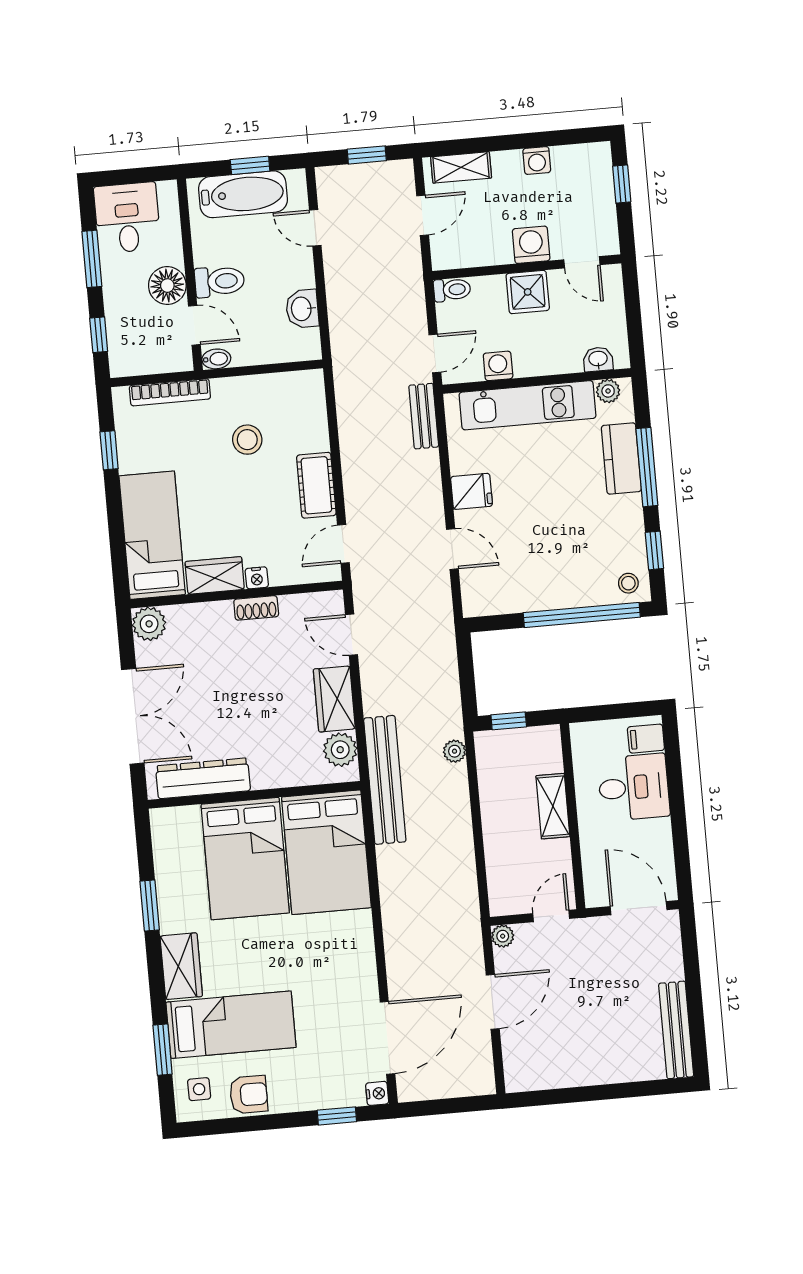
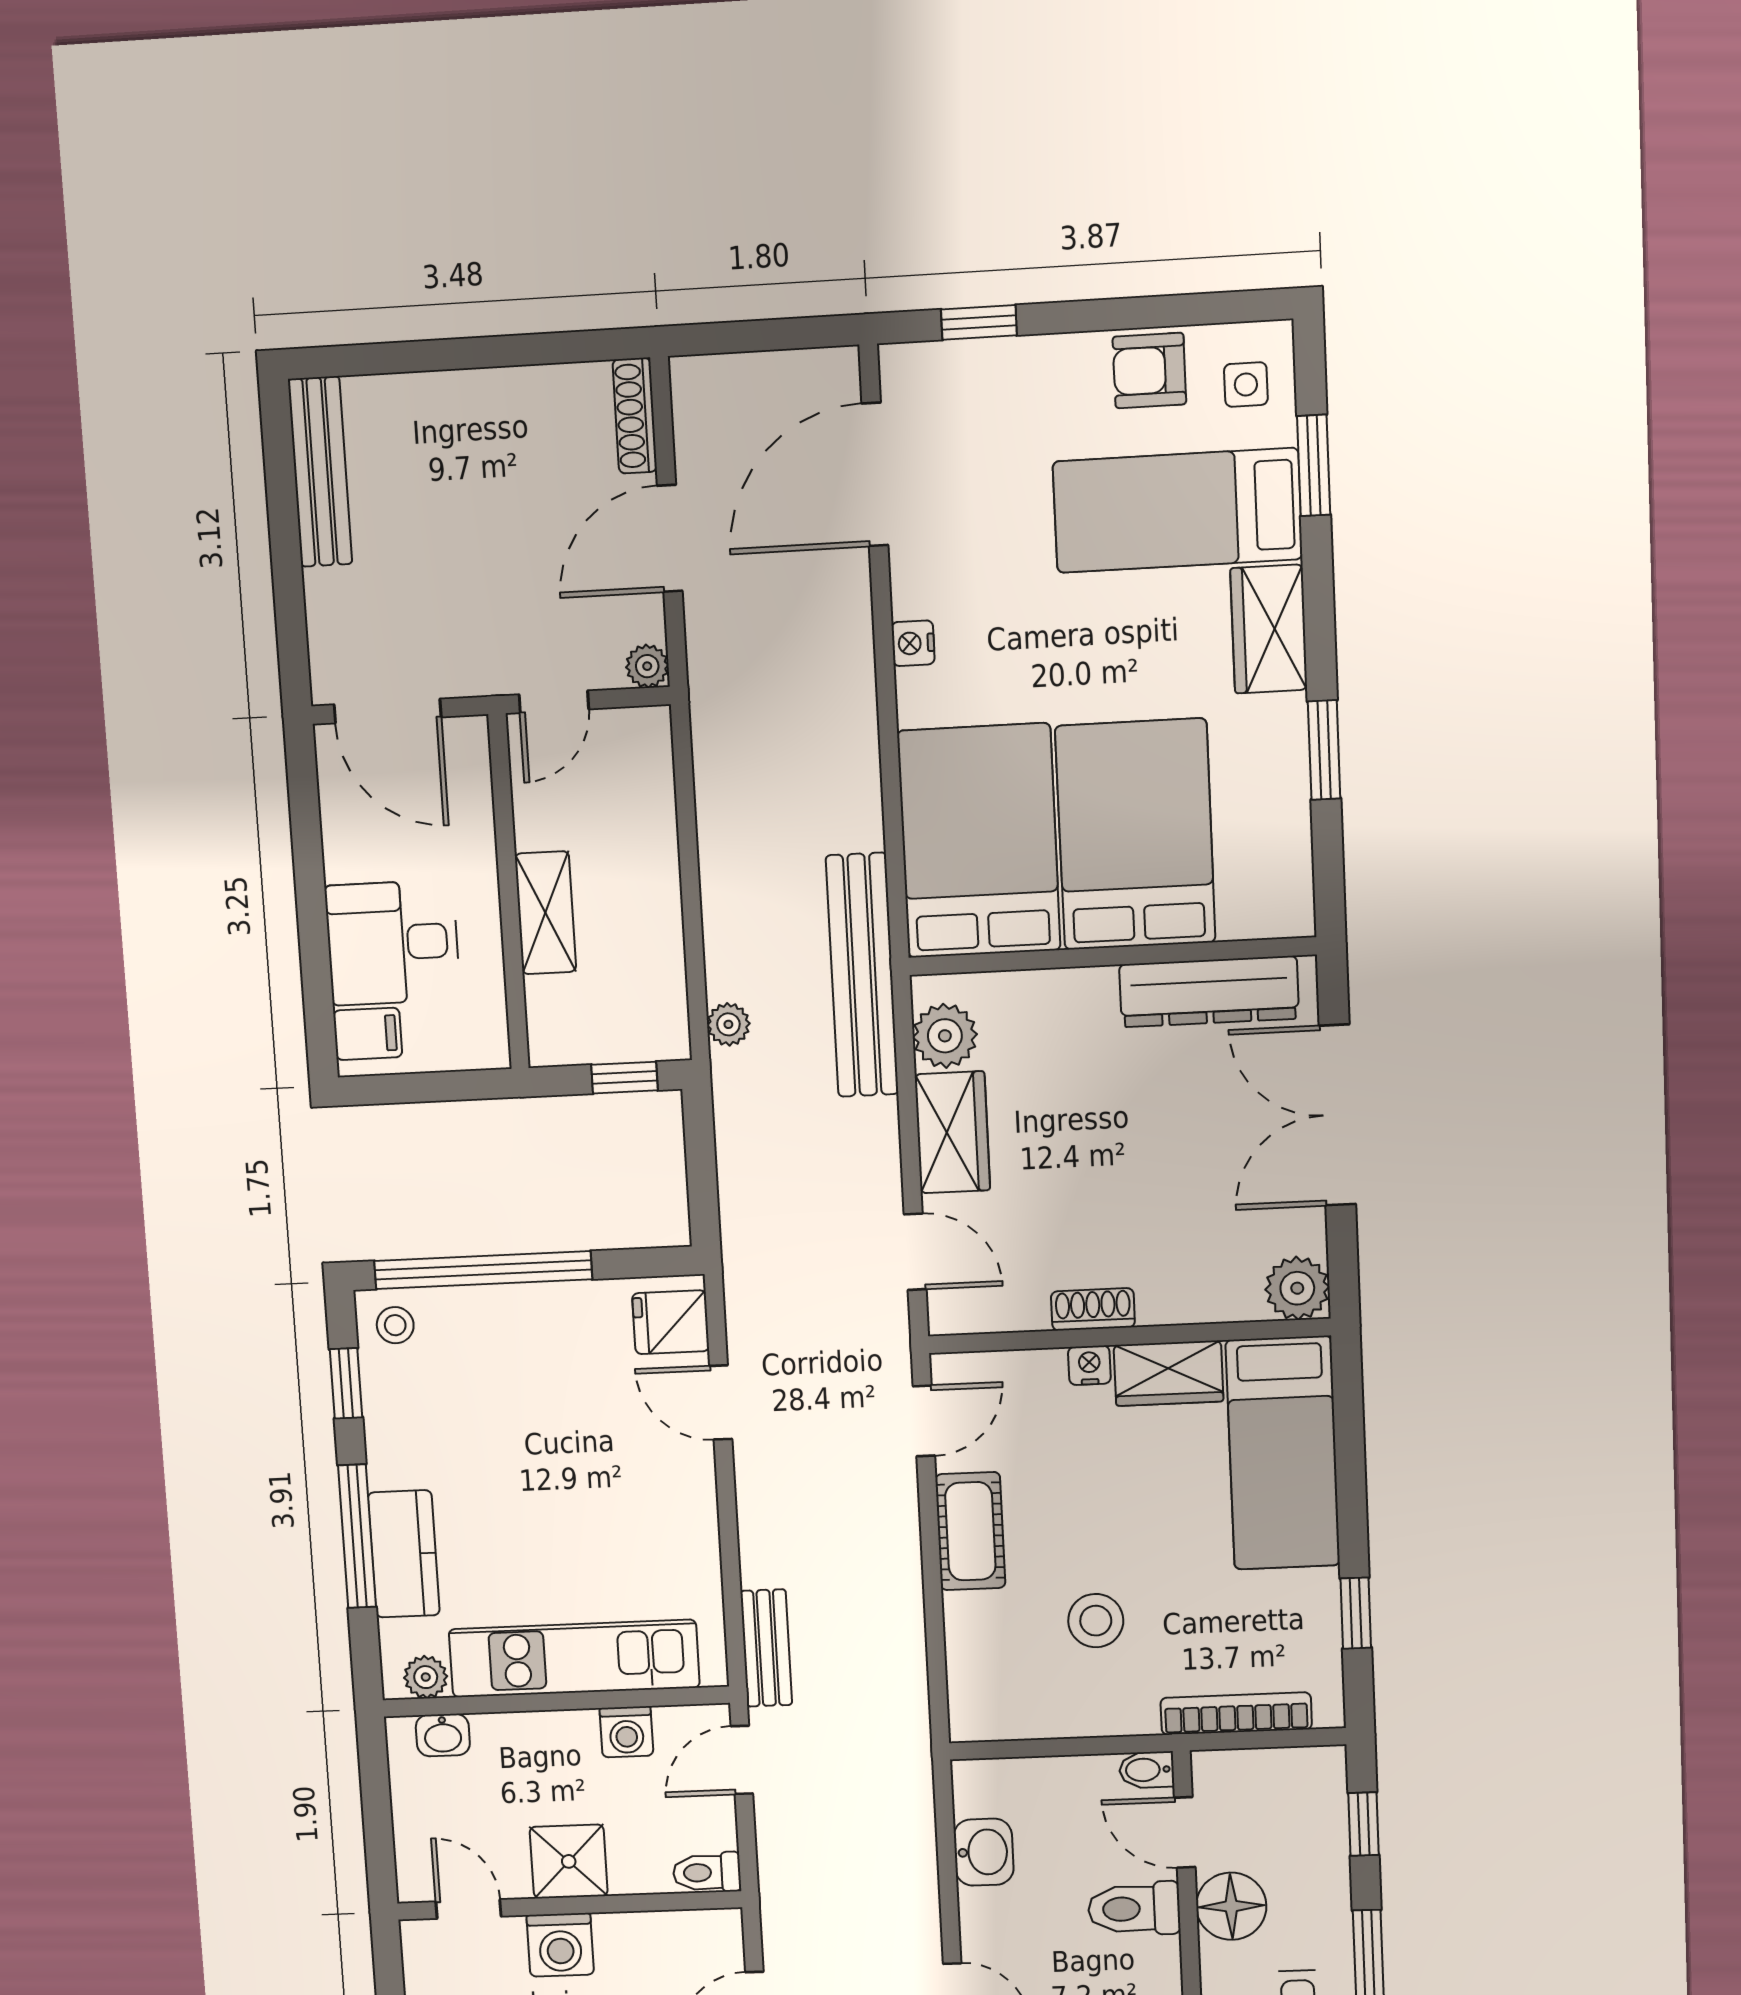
fridge: (472, 491) -> (671, 1322), moved
shoe rack: (513, 1064) -> (635, 416), added
nightstand: (377, 1093) -> (913, 643), moved

